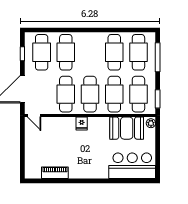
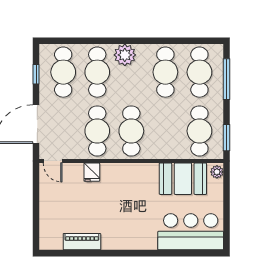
plant: (85, 40) -> (125, 55), added
cafe table: (114, 94) -> (165, 131), removed
fridge: (82, 123) -> (92, 172), moved

